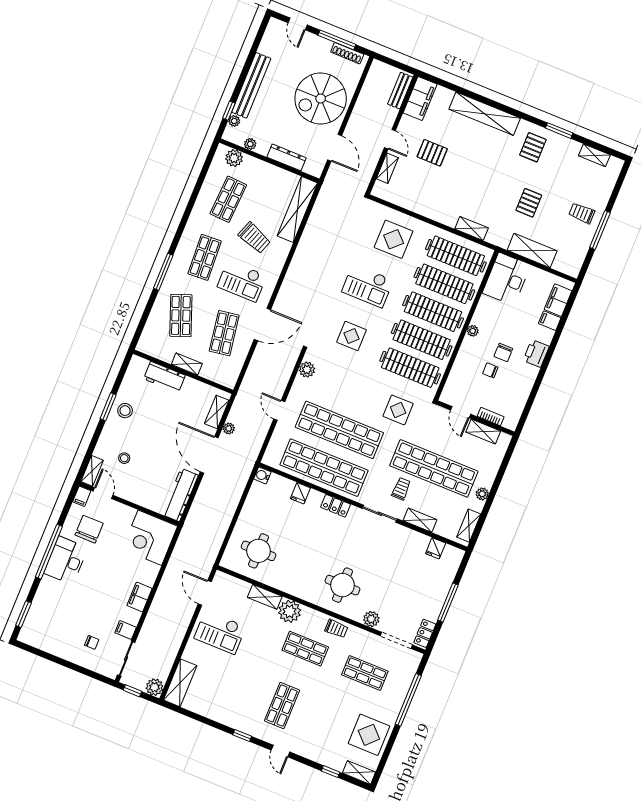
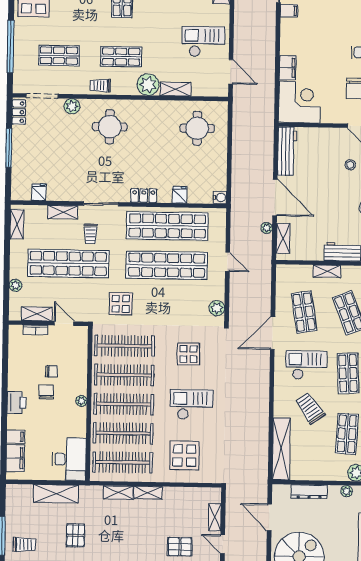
shelving: (443, 217) -> (148, 493), added
trolley: (254, 238) -> (310, 408), turned 34
plant: (482, 494) -> (15, 285), moved
filing cabinet: (140, 597) -> (288, 68), moved

